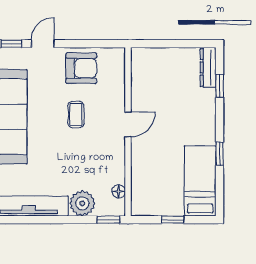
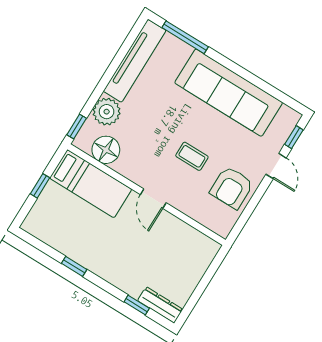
bed: (200, 181) -> (91, 184), moved
floor lamp: (119, 191) -> (106, 150), width x1.89, depth x1.89

